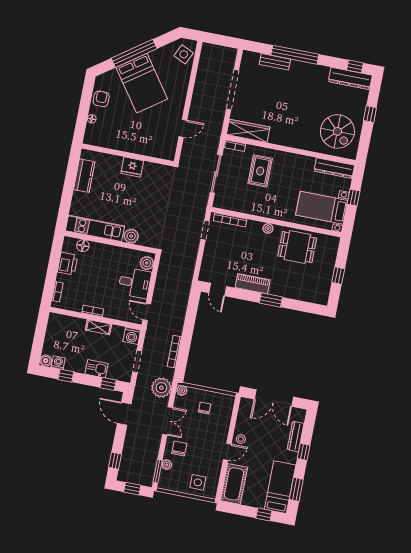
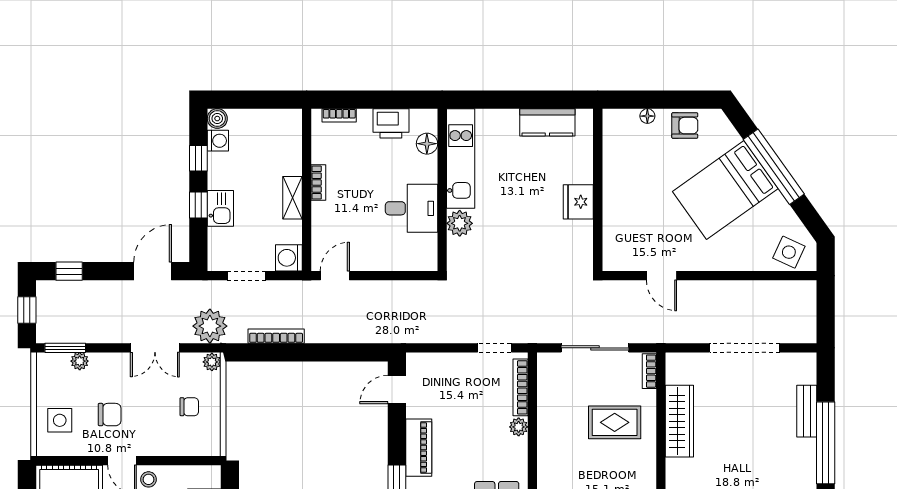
wardrobe: (248, 131) -> (679, 421), moved
plant: (268, 229) -> (519, 427), moved
plant: (147, 263) -> (419, 259), removed
desk: (135, 283) -> (411, 208), moved, turned -90
window: (108, 384) -> (198, 205), moved
chair: (179, 448) -> (110, 415), moved

